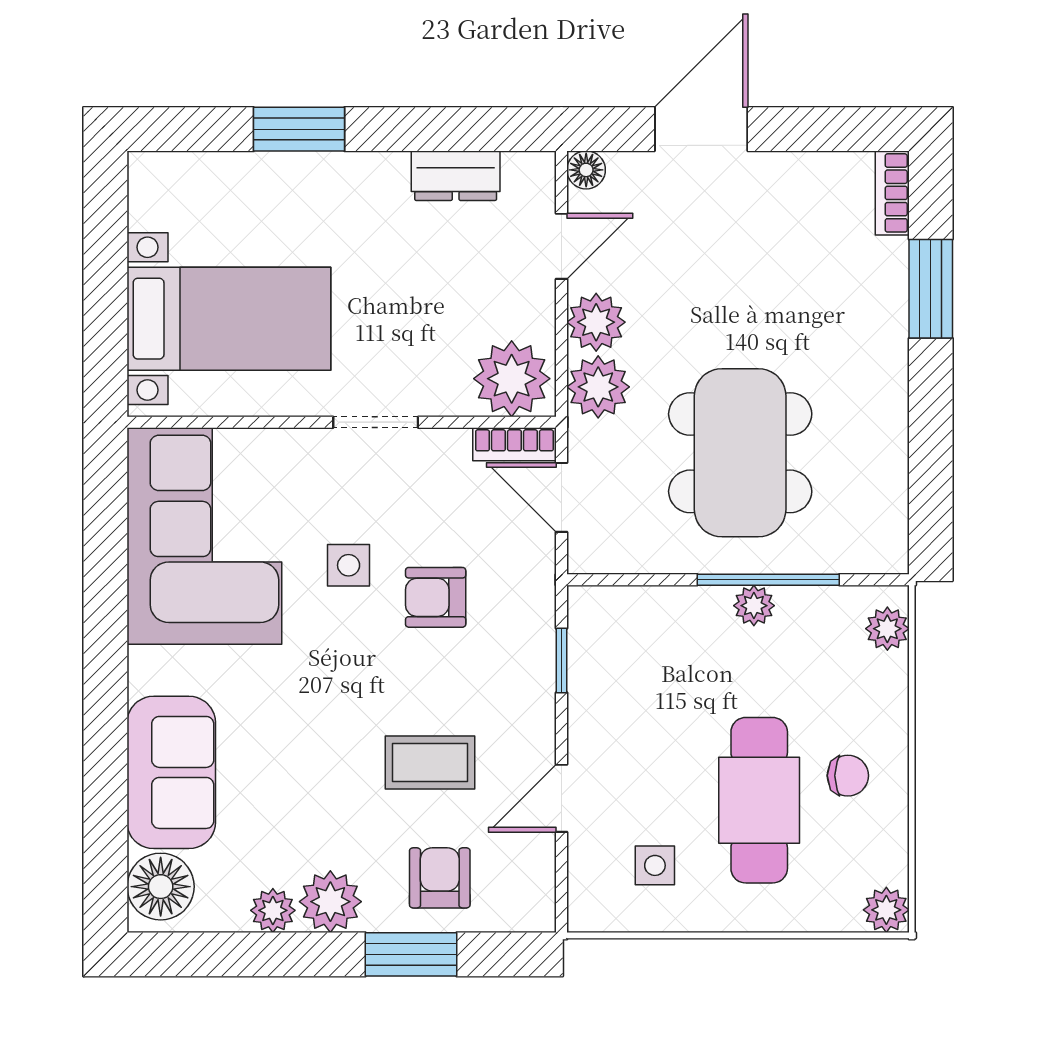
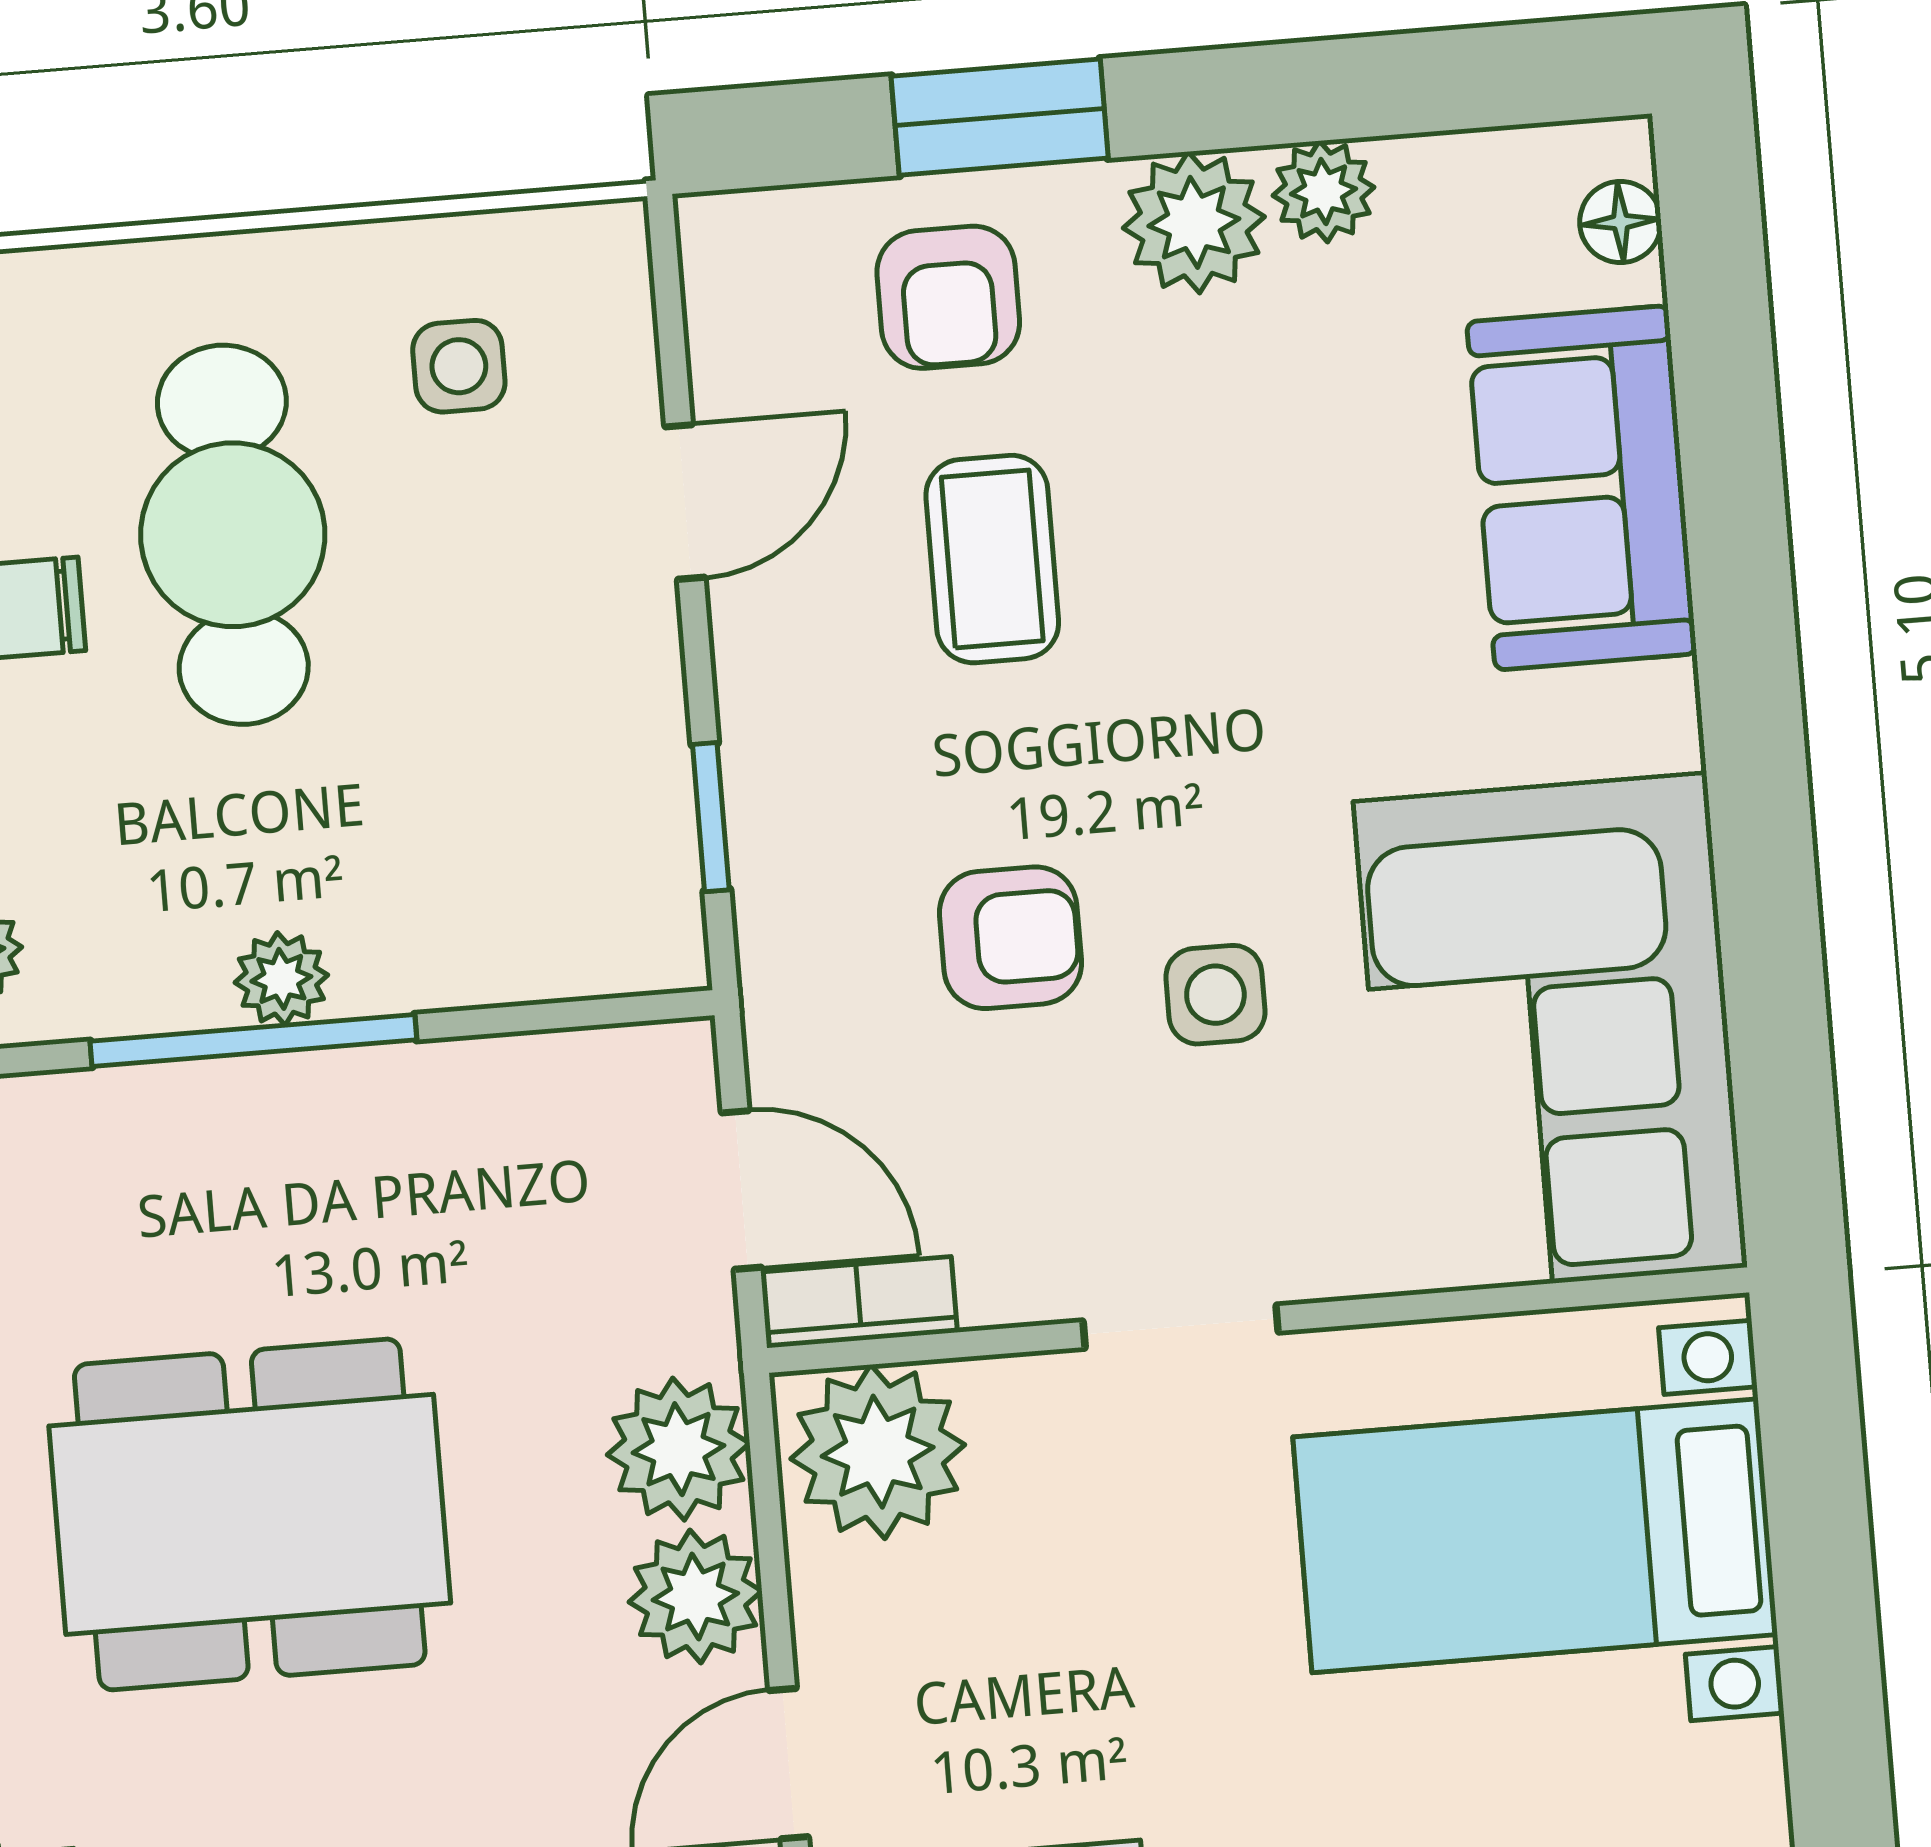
dining table: (740, 453) -> (250, 1514), moved, turned 90
coffee table: (430, 763) -> (992, 559), turned 90
floor lamp: (161, 887) -> (1620, 222), width x0.53, depth x0.53

